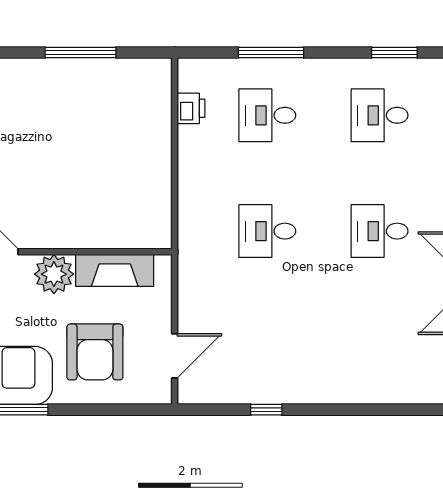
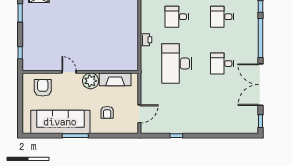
printer: (191, 108) -> (146, 40), moved
desk: (267, 231) -> (177, 64), width x1.87, depth x1.30
armchair: (95, 352) -> (107, 112), width x0.53, depth x0.53

